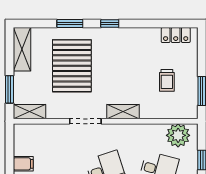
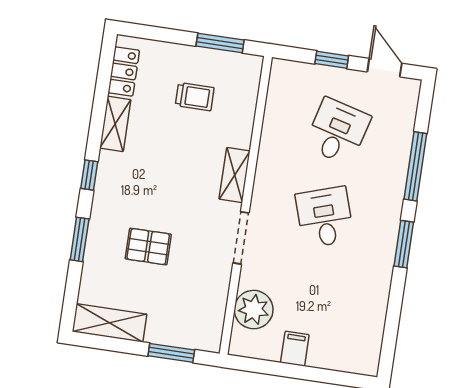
pallet: (72, 66) -> (148, 247), width x0.49, depth x0.50
shelving: (29, 112) -> (115, 124), moved
plant: (178, 135) -> (254, 310), moved

